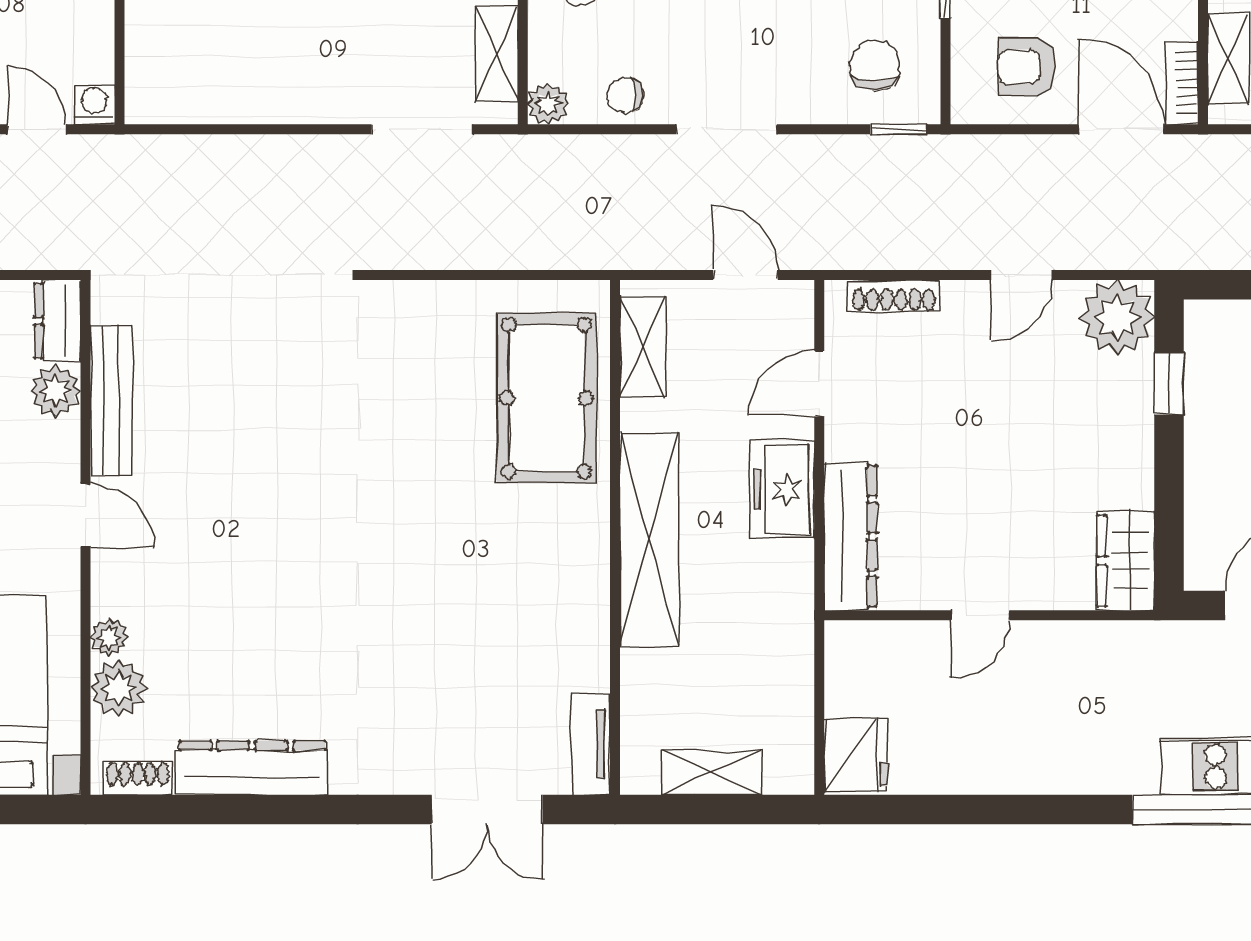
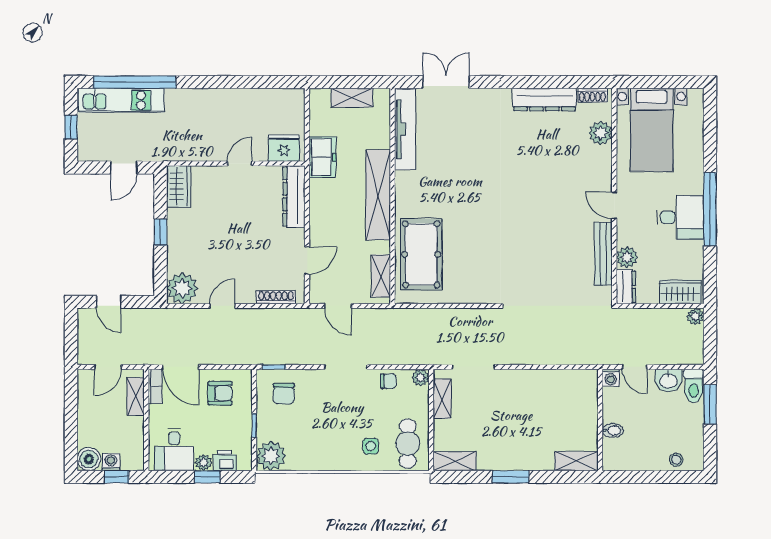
window: (1169, 383) -> (161, 232), moved
freezer: (782, 490) -> (322, 157), moved
plant: (109, 637) -> (604, 154), removed
tv unit: (591, 744) -> (405, 129), width x1.92, depth x1.29
fridge: (856, 755) -> (284, 148), moved, turned 90

